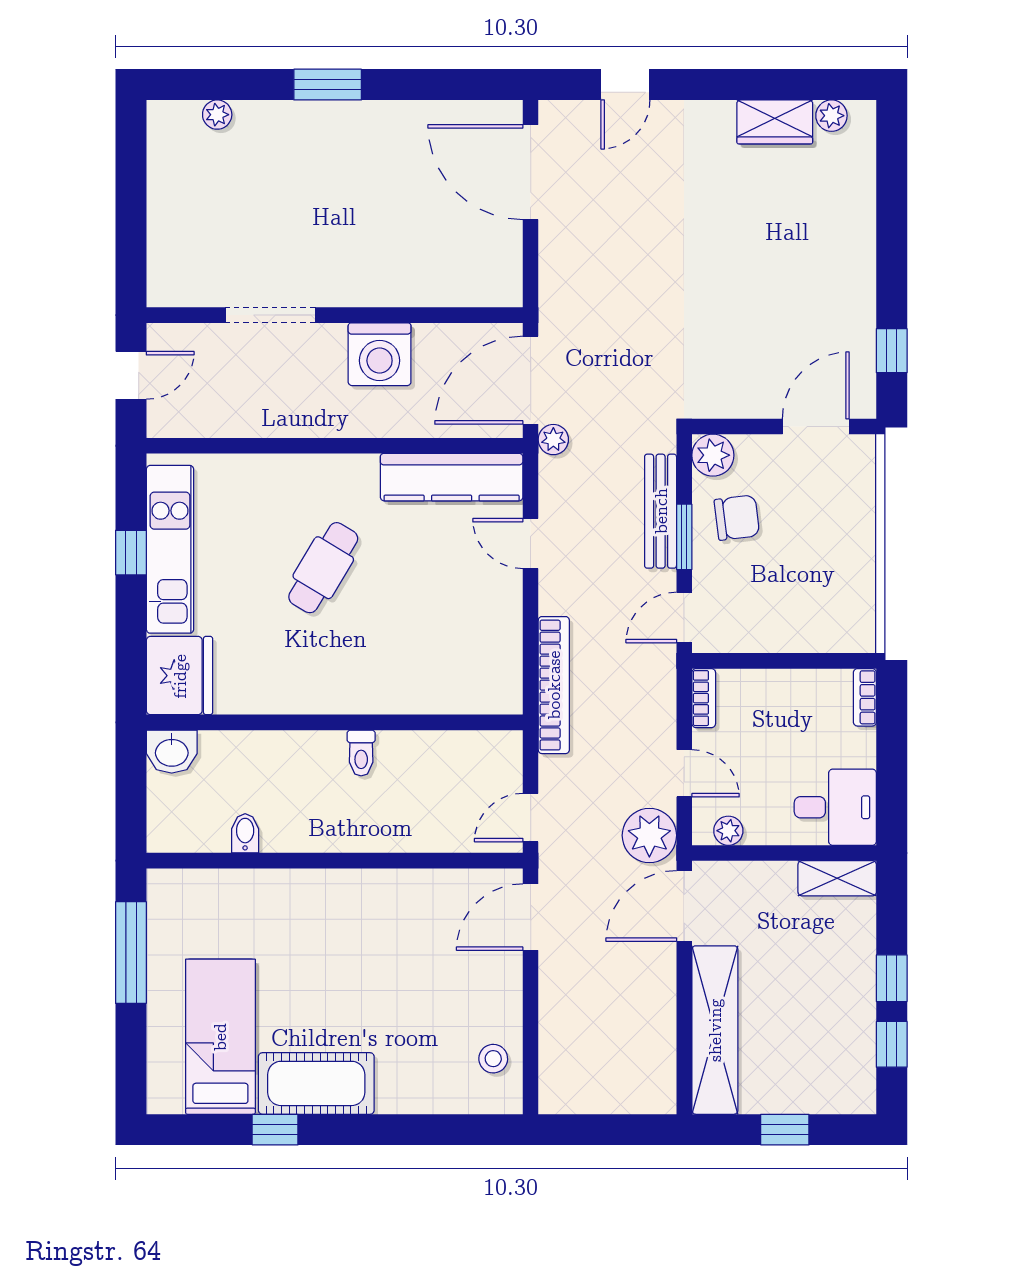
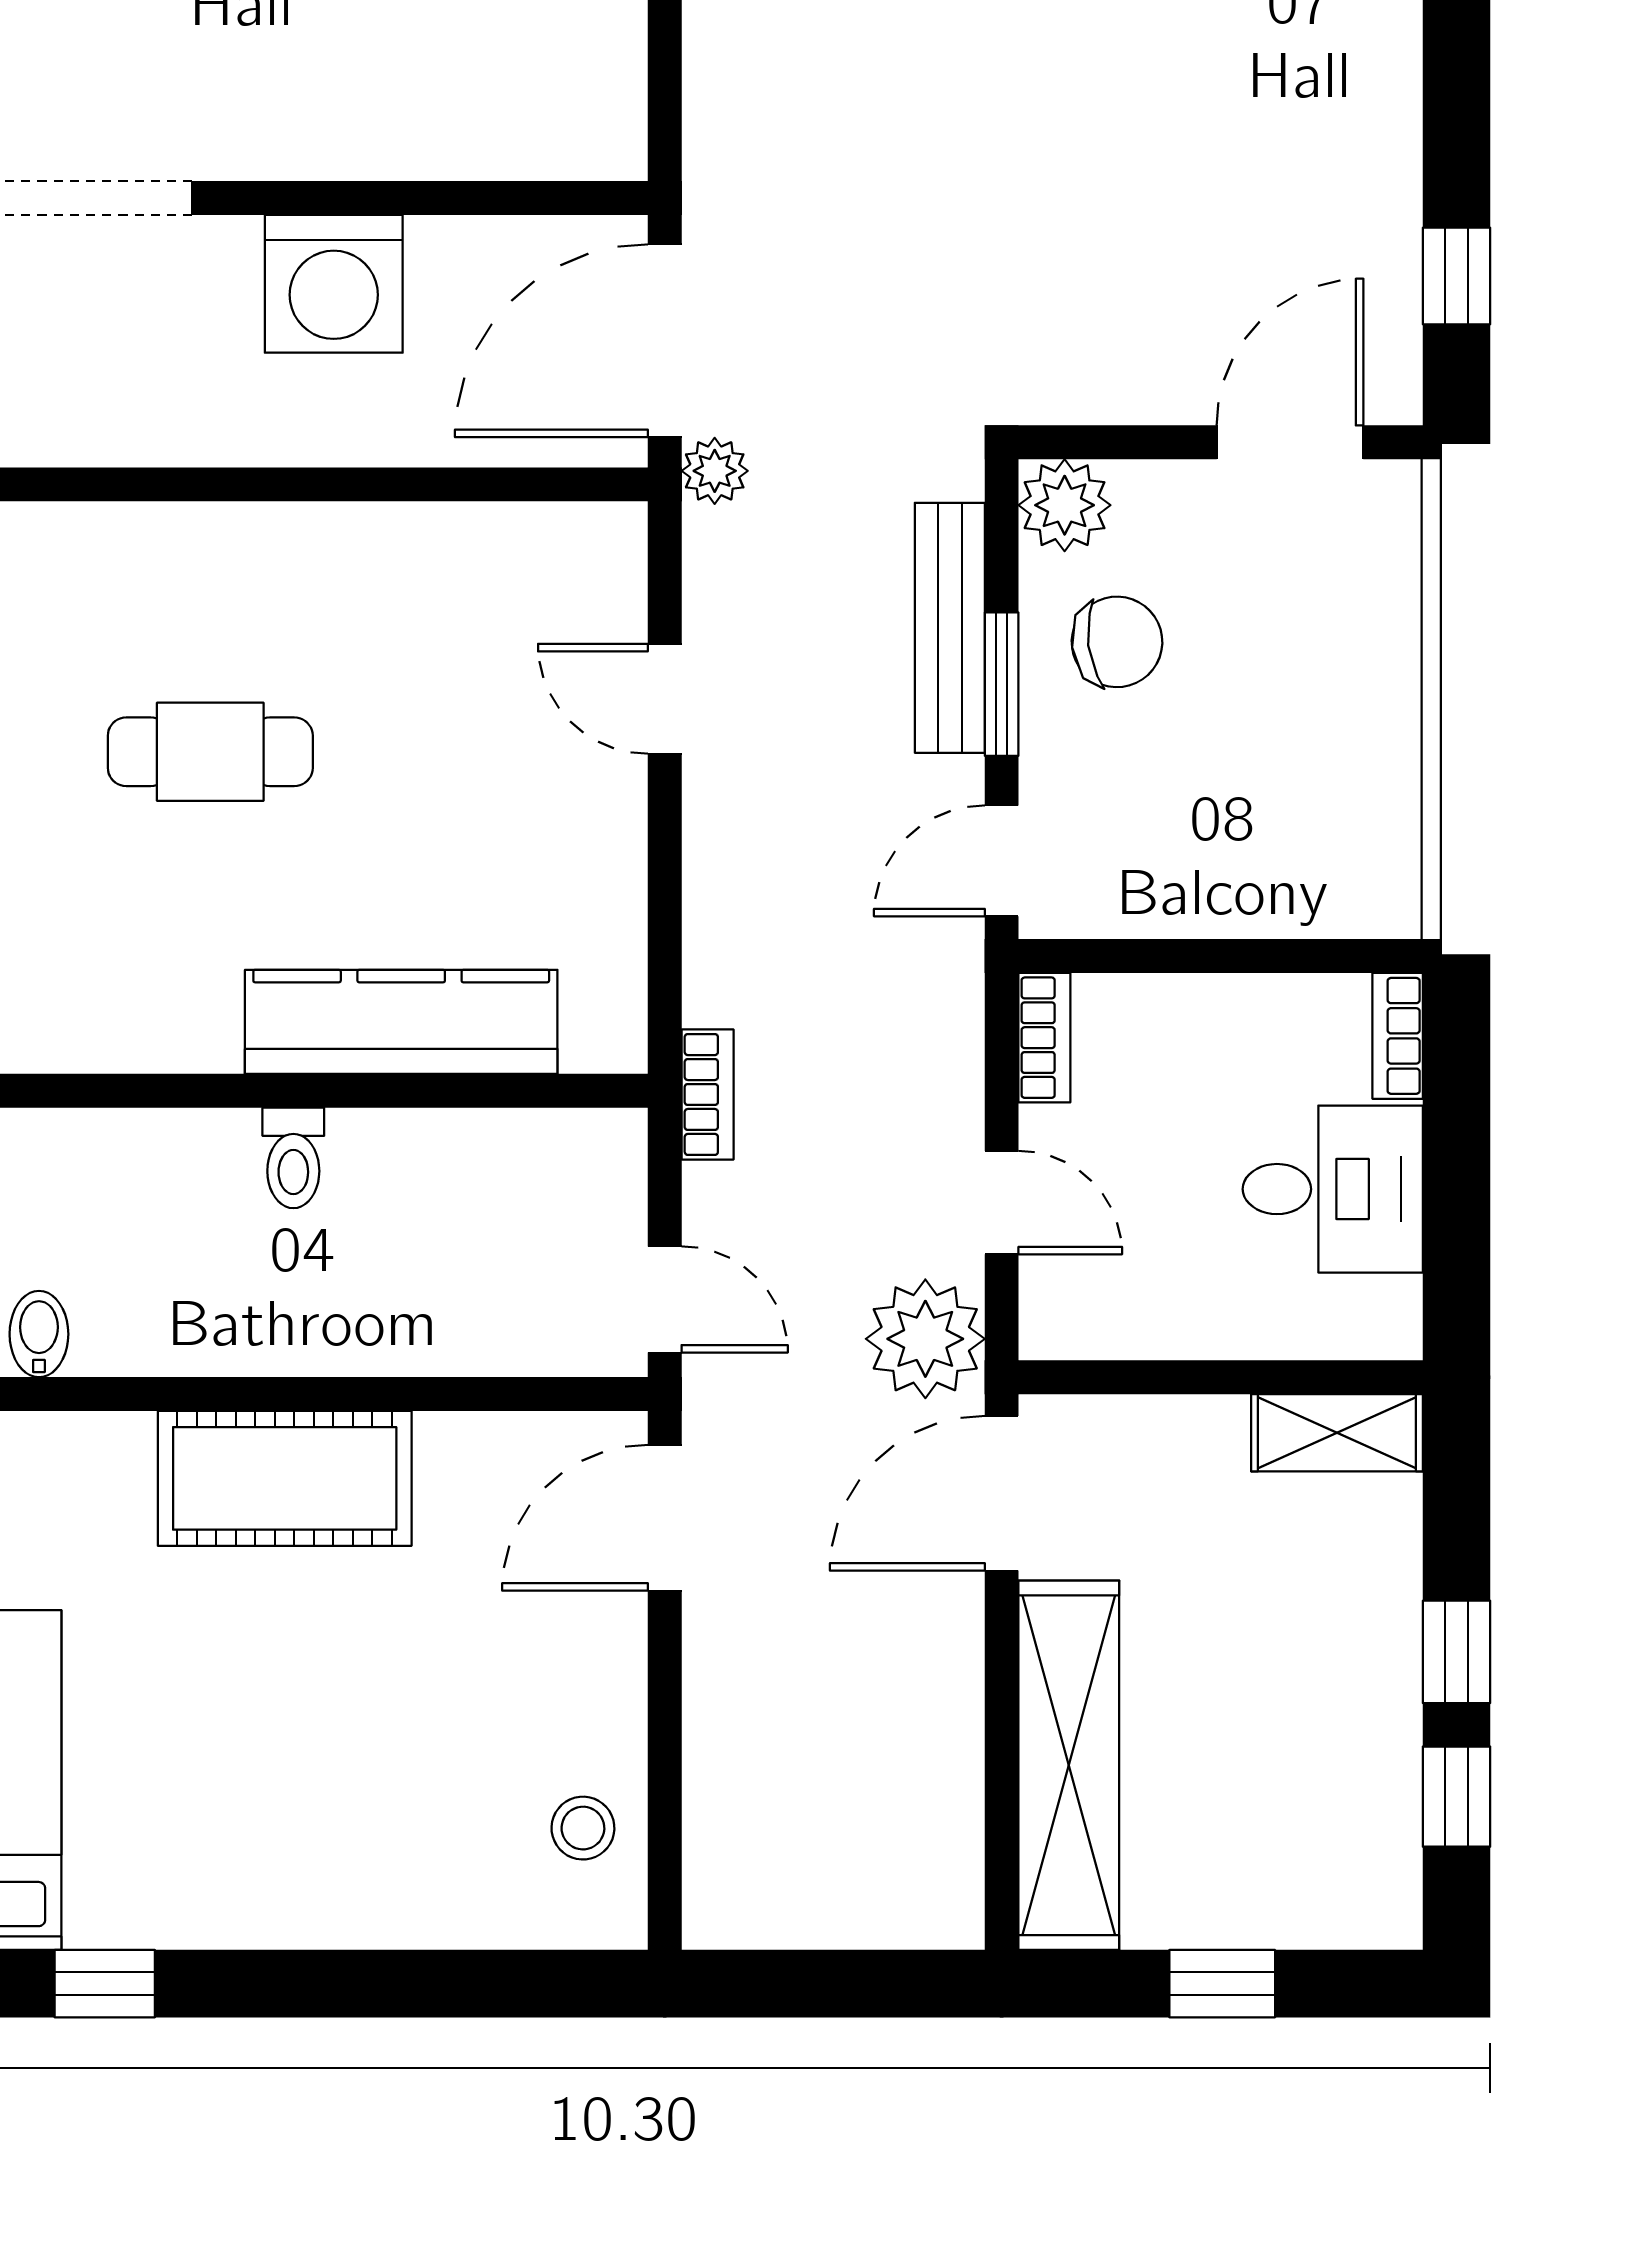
kitchen counter: (452, 477) -> (401, 1022), moved, turned 180
cafe table: (323, 568) -> (210, 752), turned 59
bookcase: (554, 685) -> (708, 1094), width x0.43, depth x0.76
desk: (835, 807) -> (1333, 1189), moved
door: (531, 818) -> (665, 1300), swing flipped
plant: (728, 831) -> (1098, 1328), removed
cot: (316, 1083) -> (285, 1478), moved

